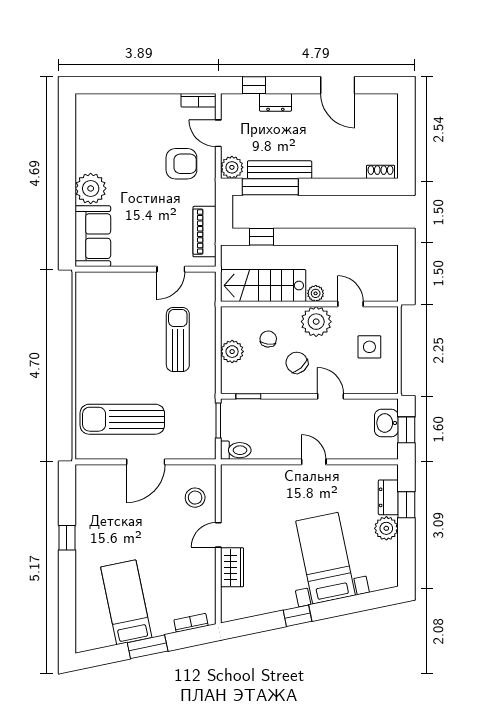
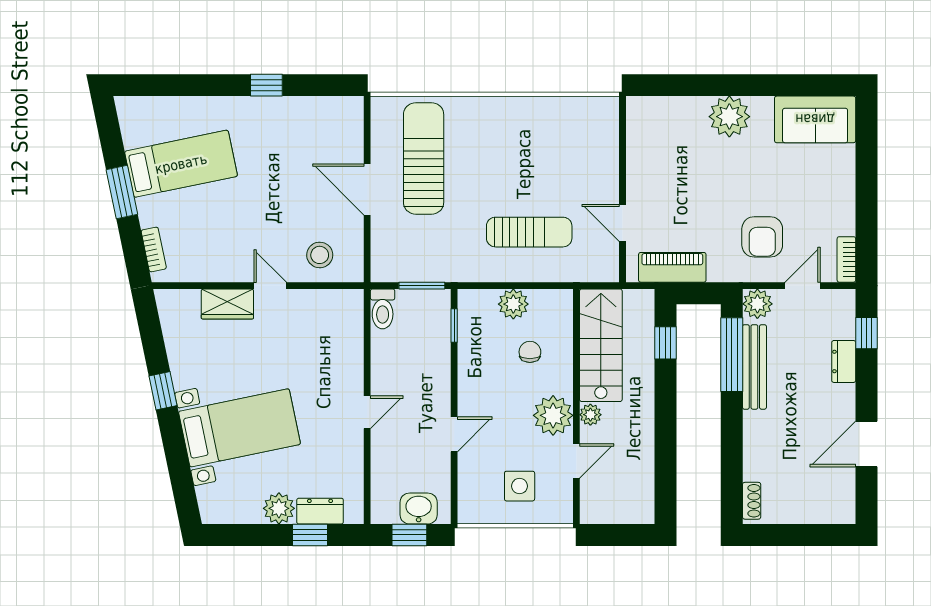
sofa: (93, 236) -> (815, 119), moved
chair: (268, 339) -> (530, 352), turned -97
chair: (297, 363) -> (499, 390), removed

